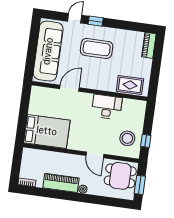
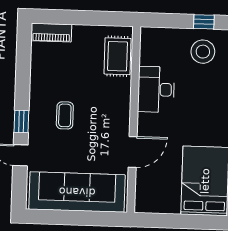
coffee table: (97, 48) -> (65, 115), width x0.54, depth x0.58
door: (69, 88) -> (133, 152), swing flipped

